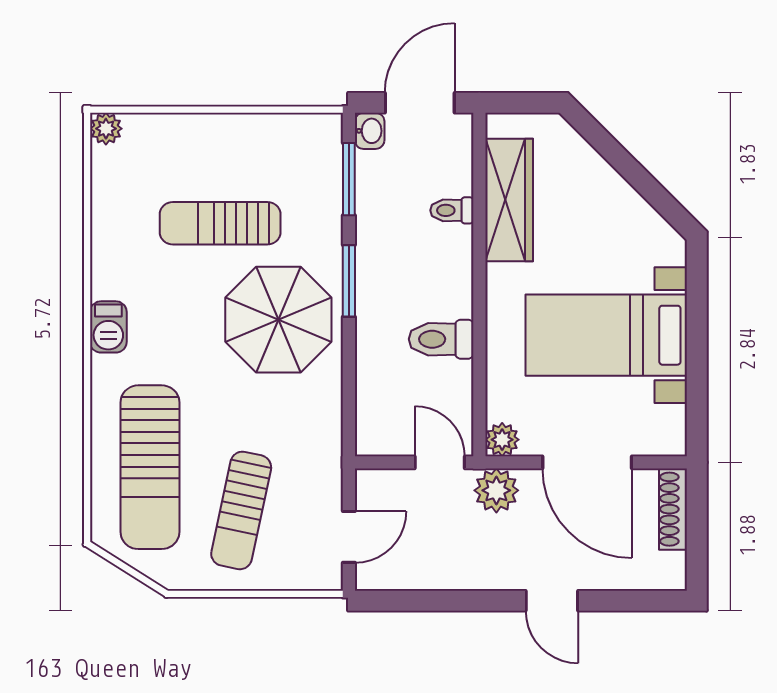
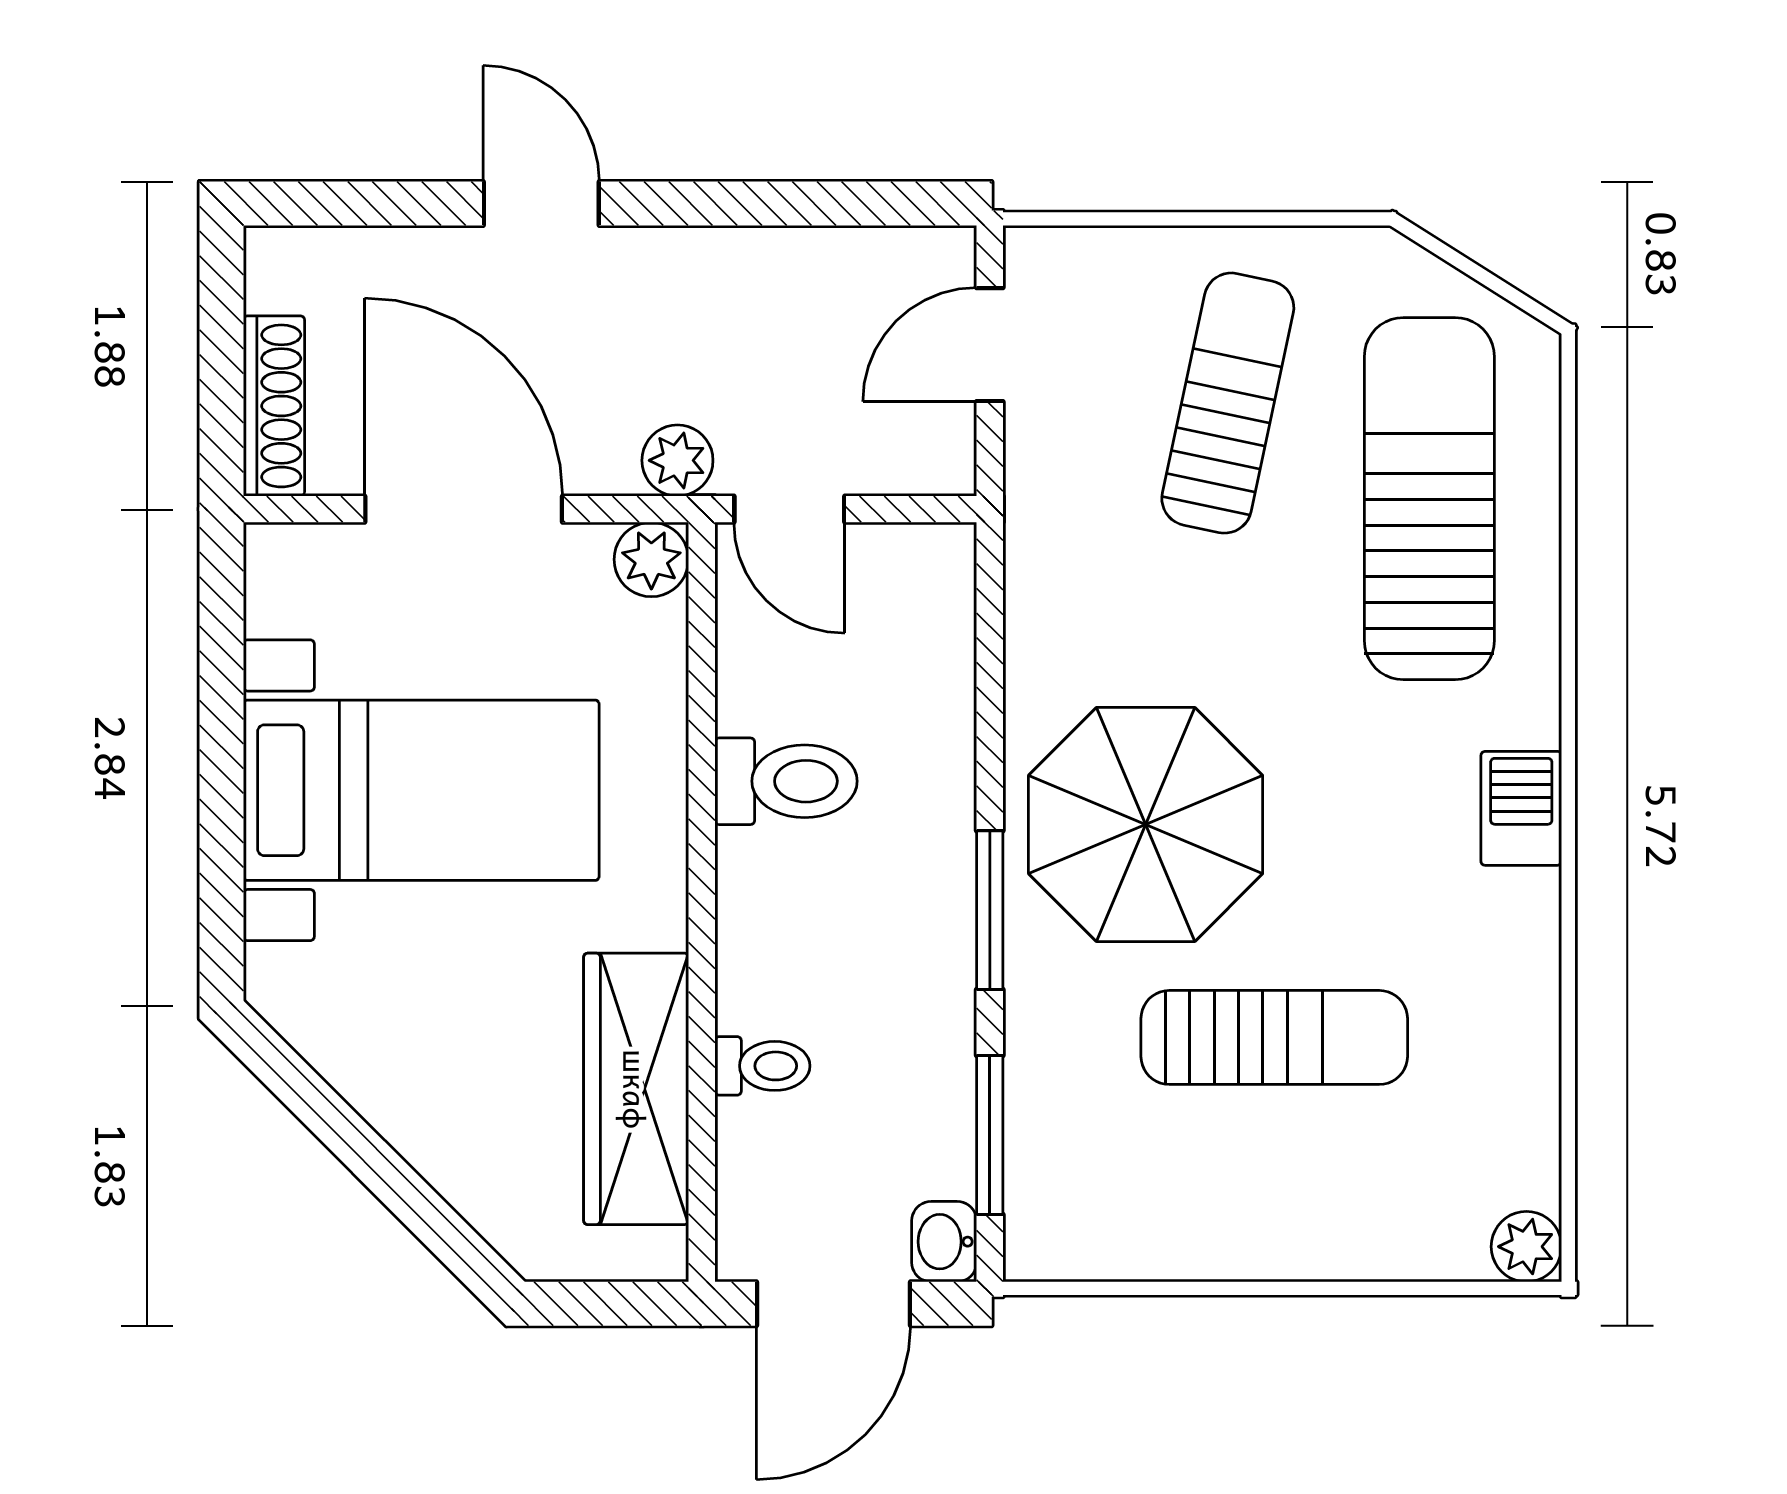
plant: (496, 490) -> (677, 460), width x0.73, depth x0.73

